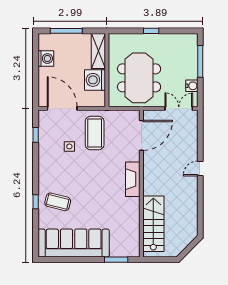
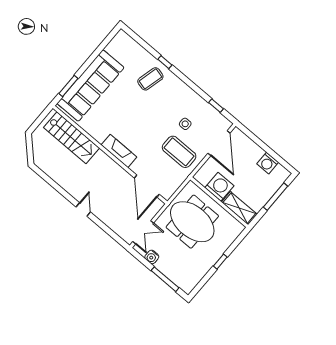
door: (62, 108) -> (219, 143), hinge flipped
sofa: (74, 243) -> (91, 86), moved

